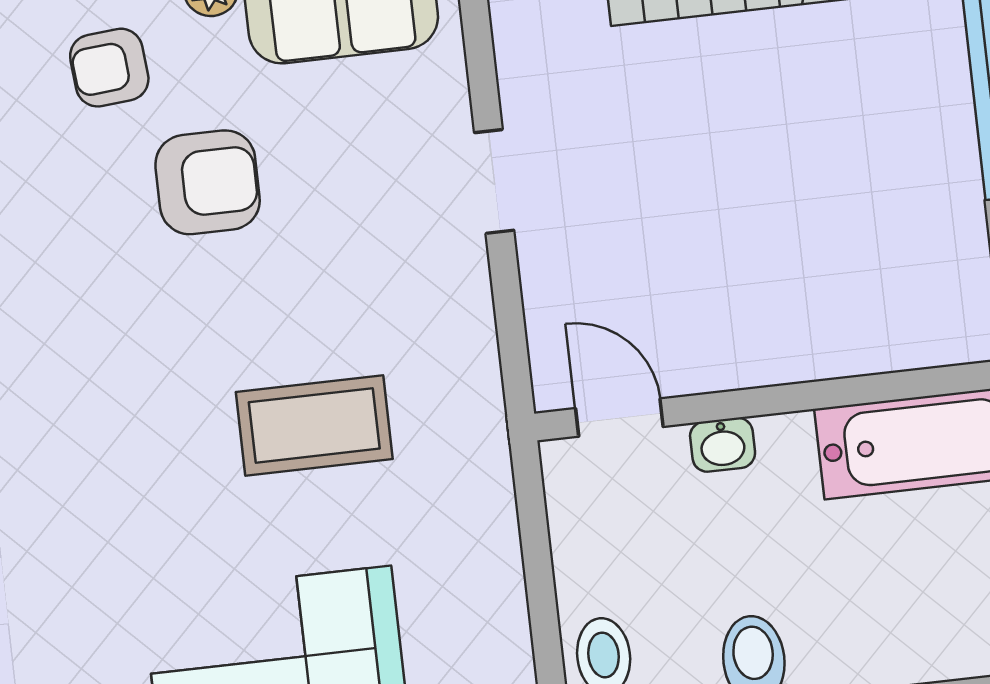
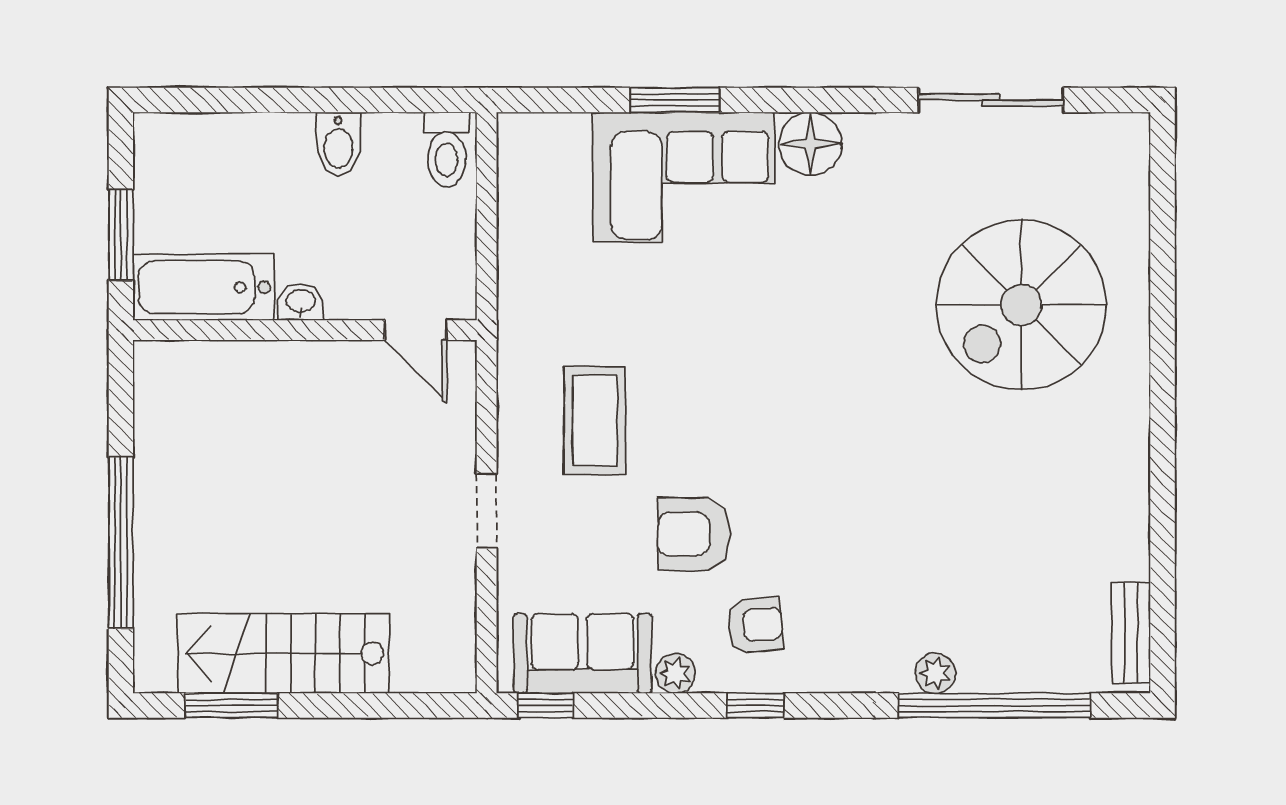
coffee table: (314, 425) -> (595, 420), moved, turned 90
washbasin: (723, 445) -> (301, 302), moved

